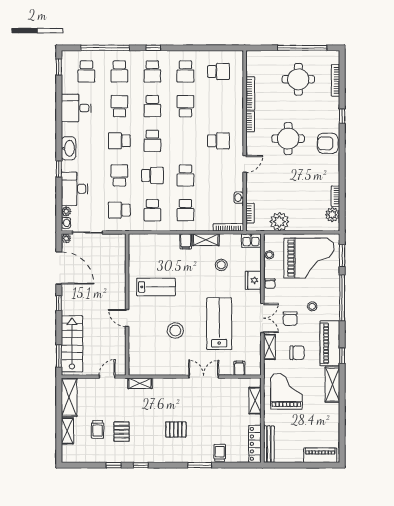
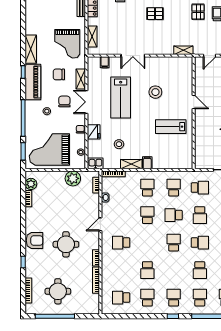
school desk: (152, 106) -> (174, 270), removed

